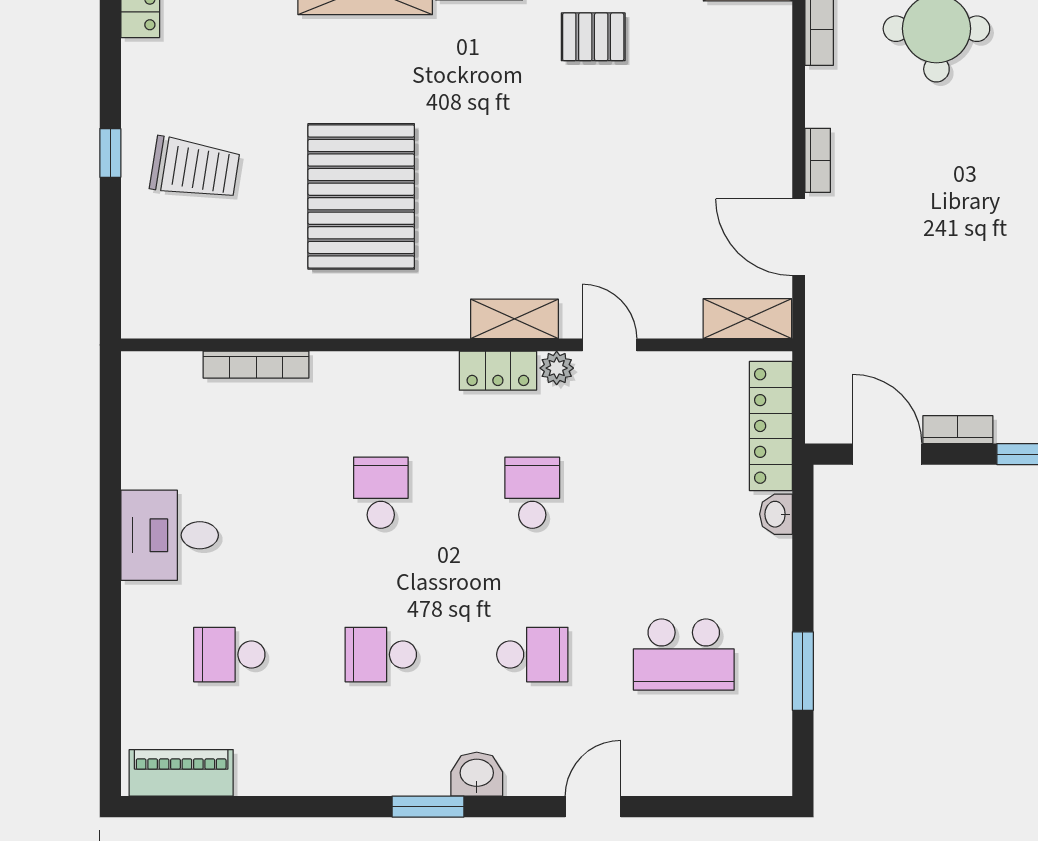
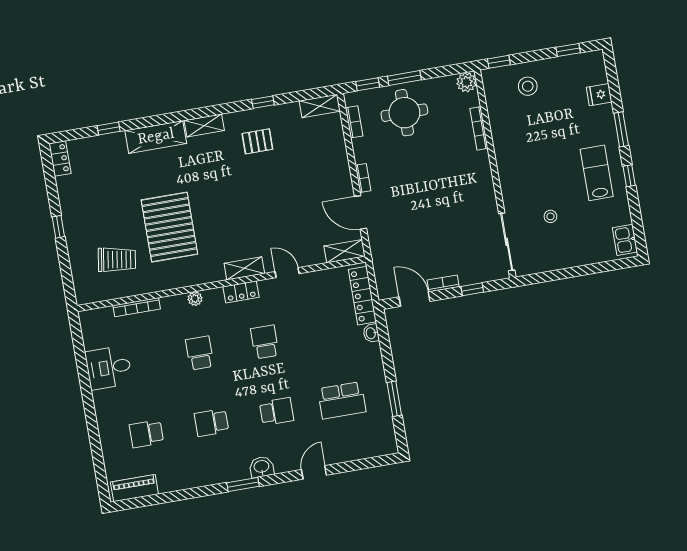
trolley: (195, 168) -> (117, 260), moved
plant: (557, 368) -> (195, 299), moved
desk: (170, 535) -> (109, 368), moved

